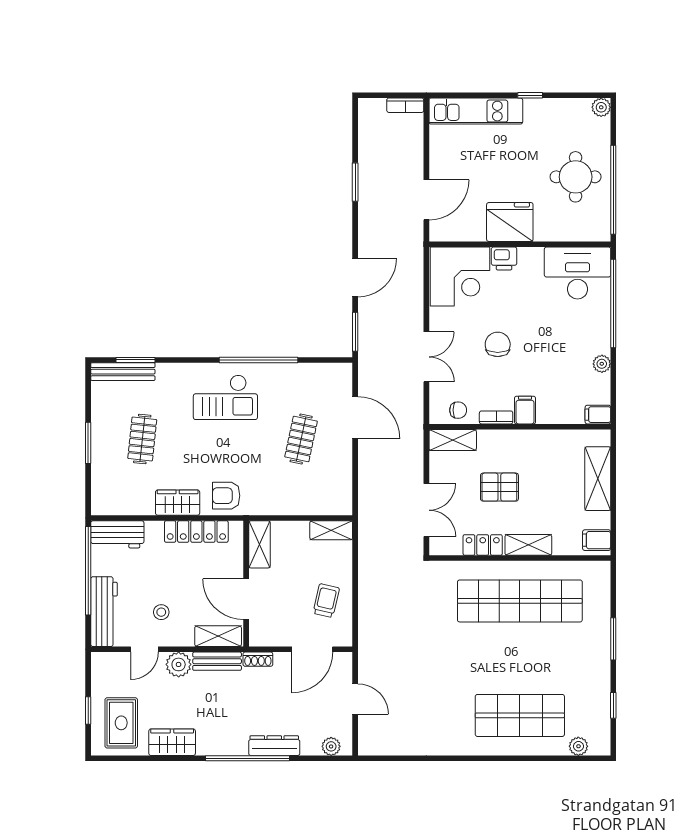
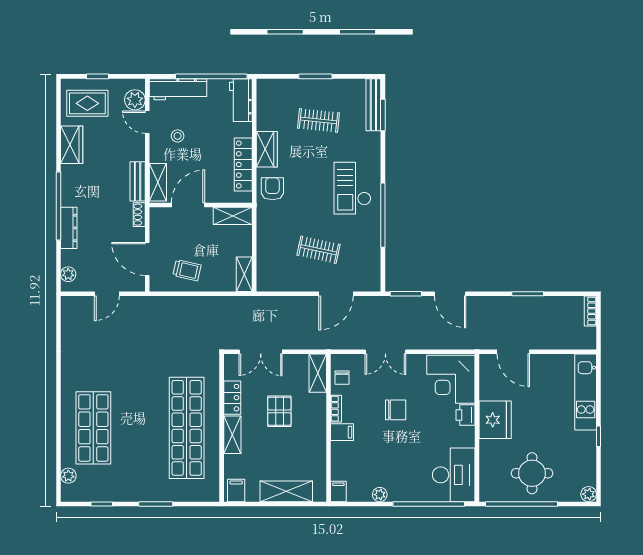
bookcase: (405, 105) -> (590, 311), moved
plant: (179, 664) -> (135, 100), moved

